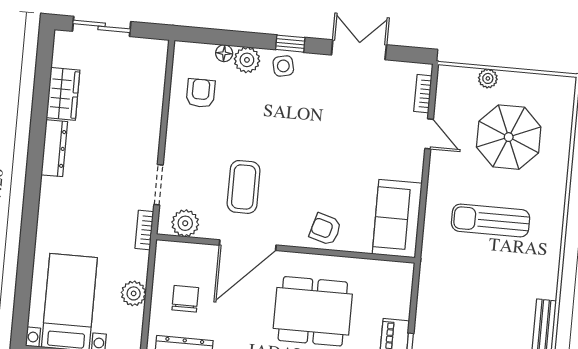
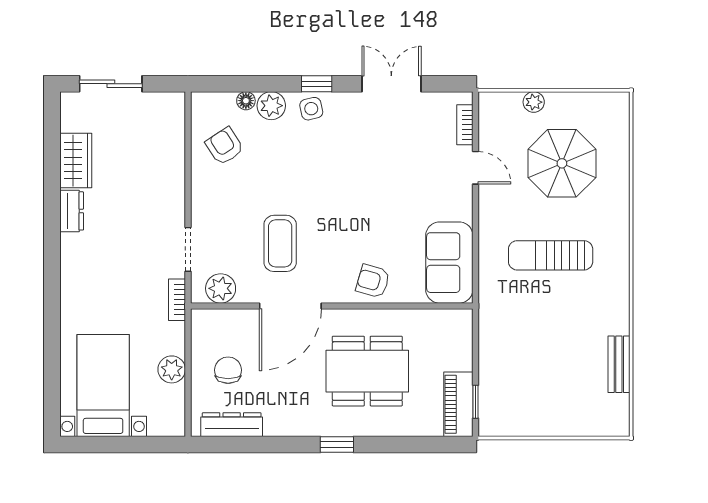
armchair: (201, 93) -> (224, 146), turned -33
dresser: (54, 148) -> (72, 211), width x0.70

